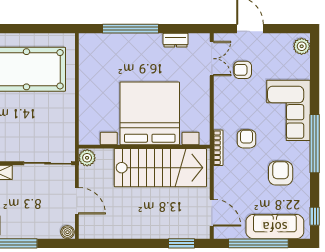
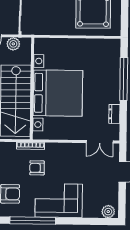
armchair: (243, 70) -> (91, 166), removed
armchair: (247, 139) -> (37, 168), turned 180
plant: (87, 158) -> (13, 44), moved

